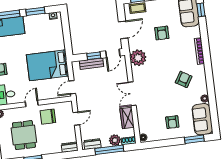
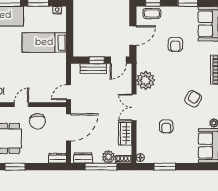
plant: (138, 58) -> (146, 80), moved
bed: (48, 65) -> (44, 43), moved, width x0.67
chair: (48, 117) -> (37, 121), turned -93
door: (76, 119) -> (69, 127), width x1.87
armchair: (172, 122) -> (166, 126), moved
window: (194, 139) -> (165, 167), moved

